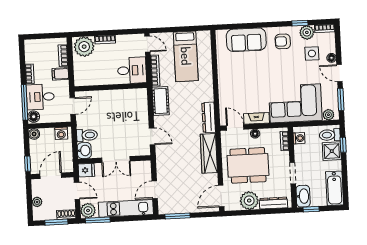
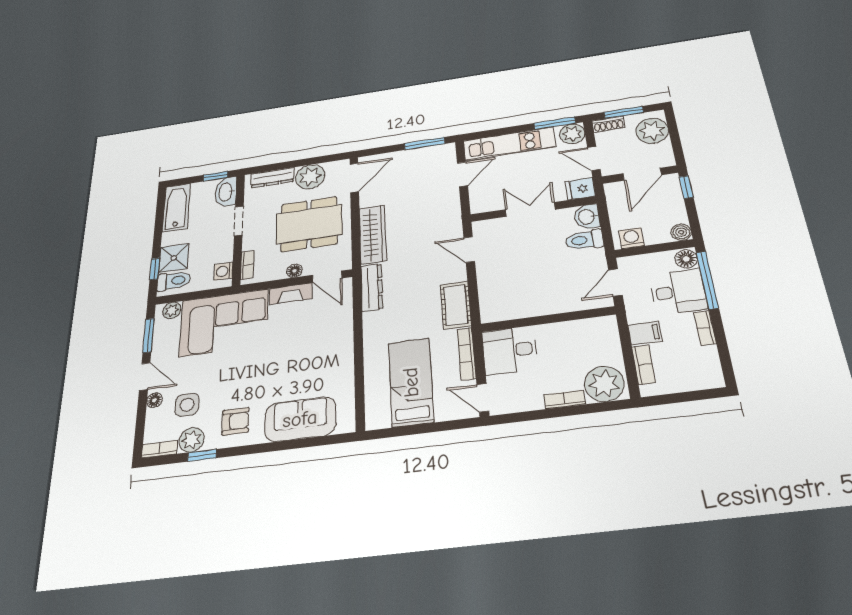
plant: (37, 202) -> (652, 131), width x1.88, depth x1.88

